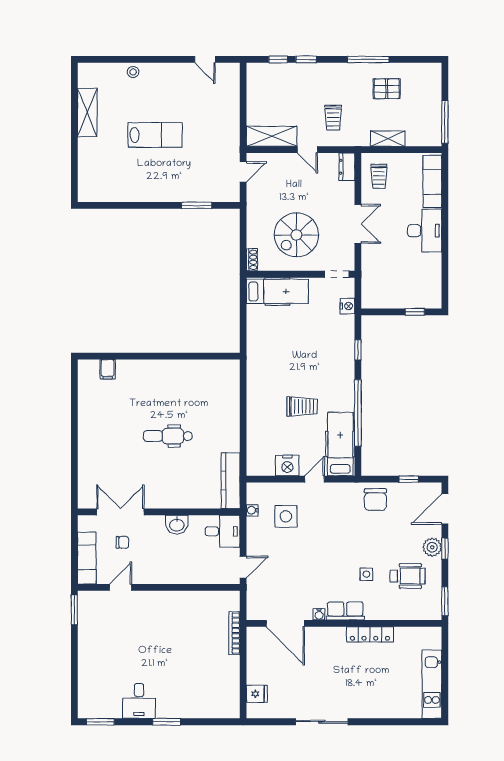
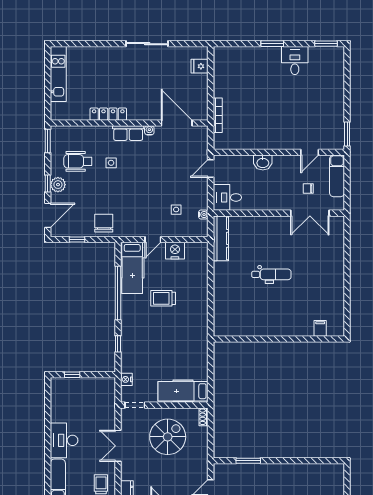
side table: (286, 516) -> (176, 210), width x0.54, depth x0.54
washbasin: (177, 525) -> (263, 163), moved, turned 180

